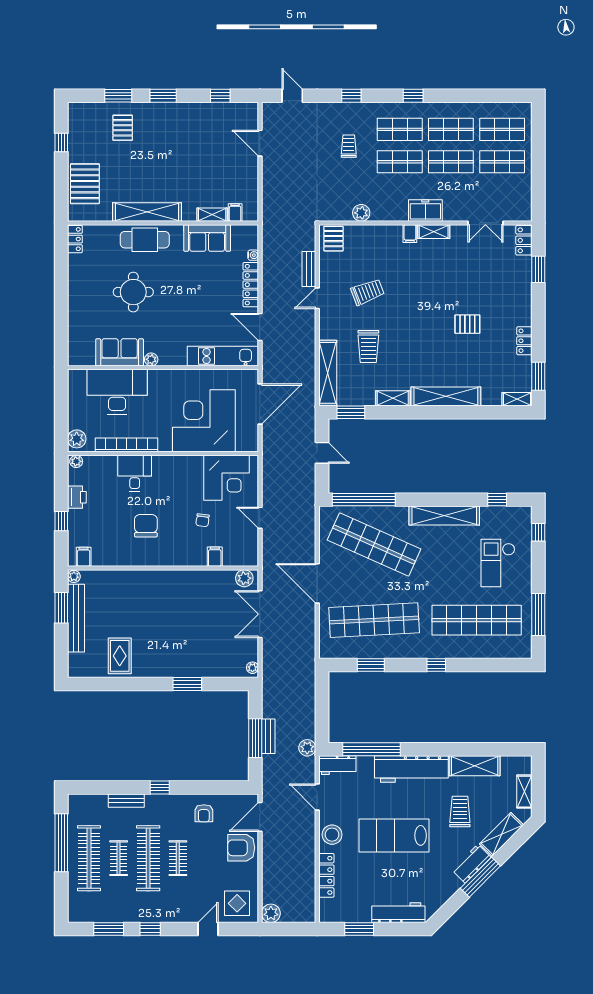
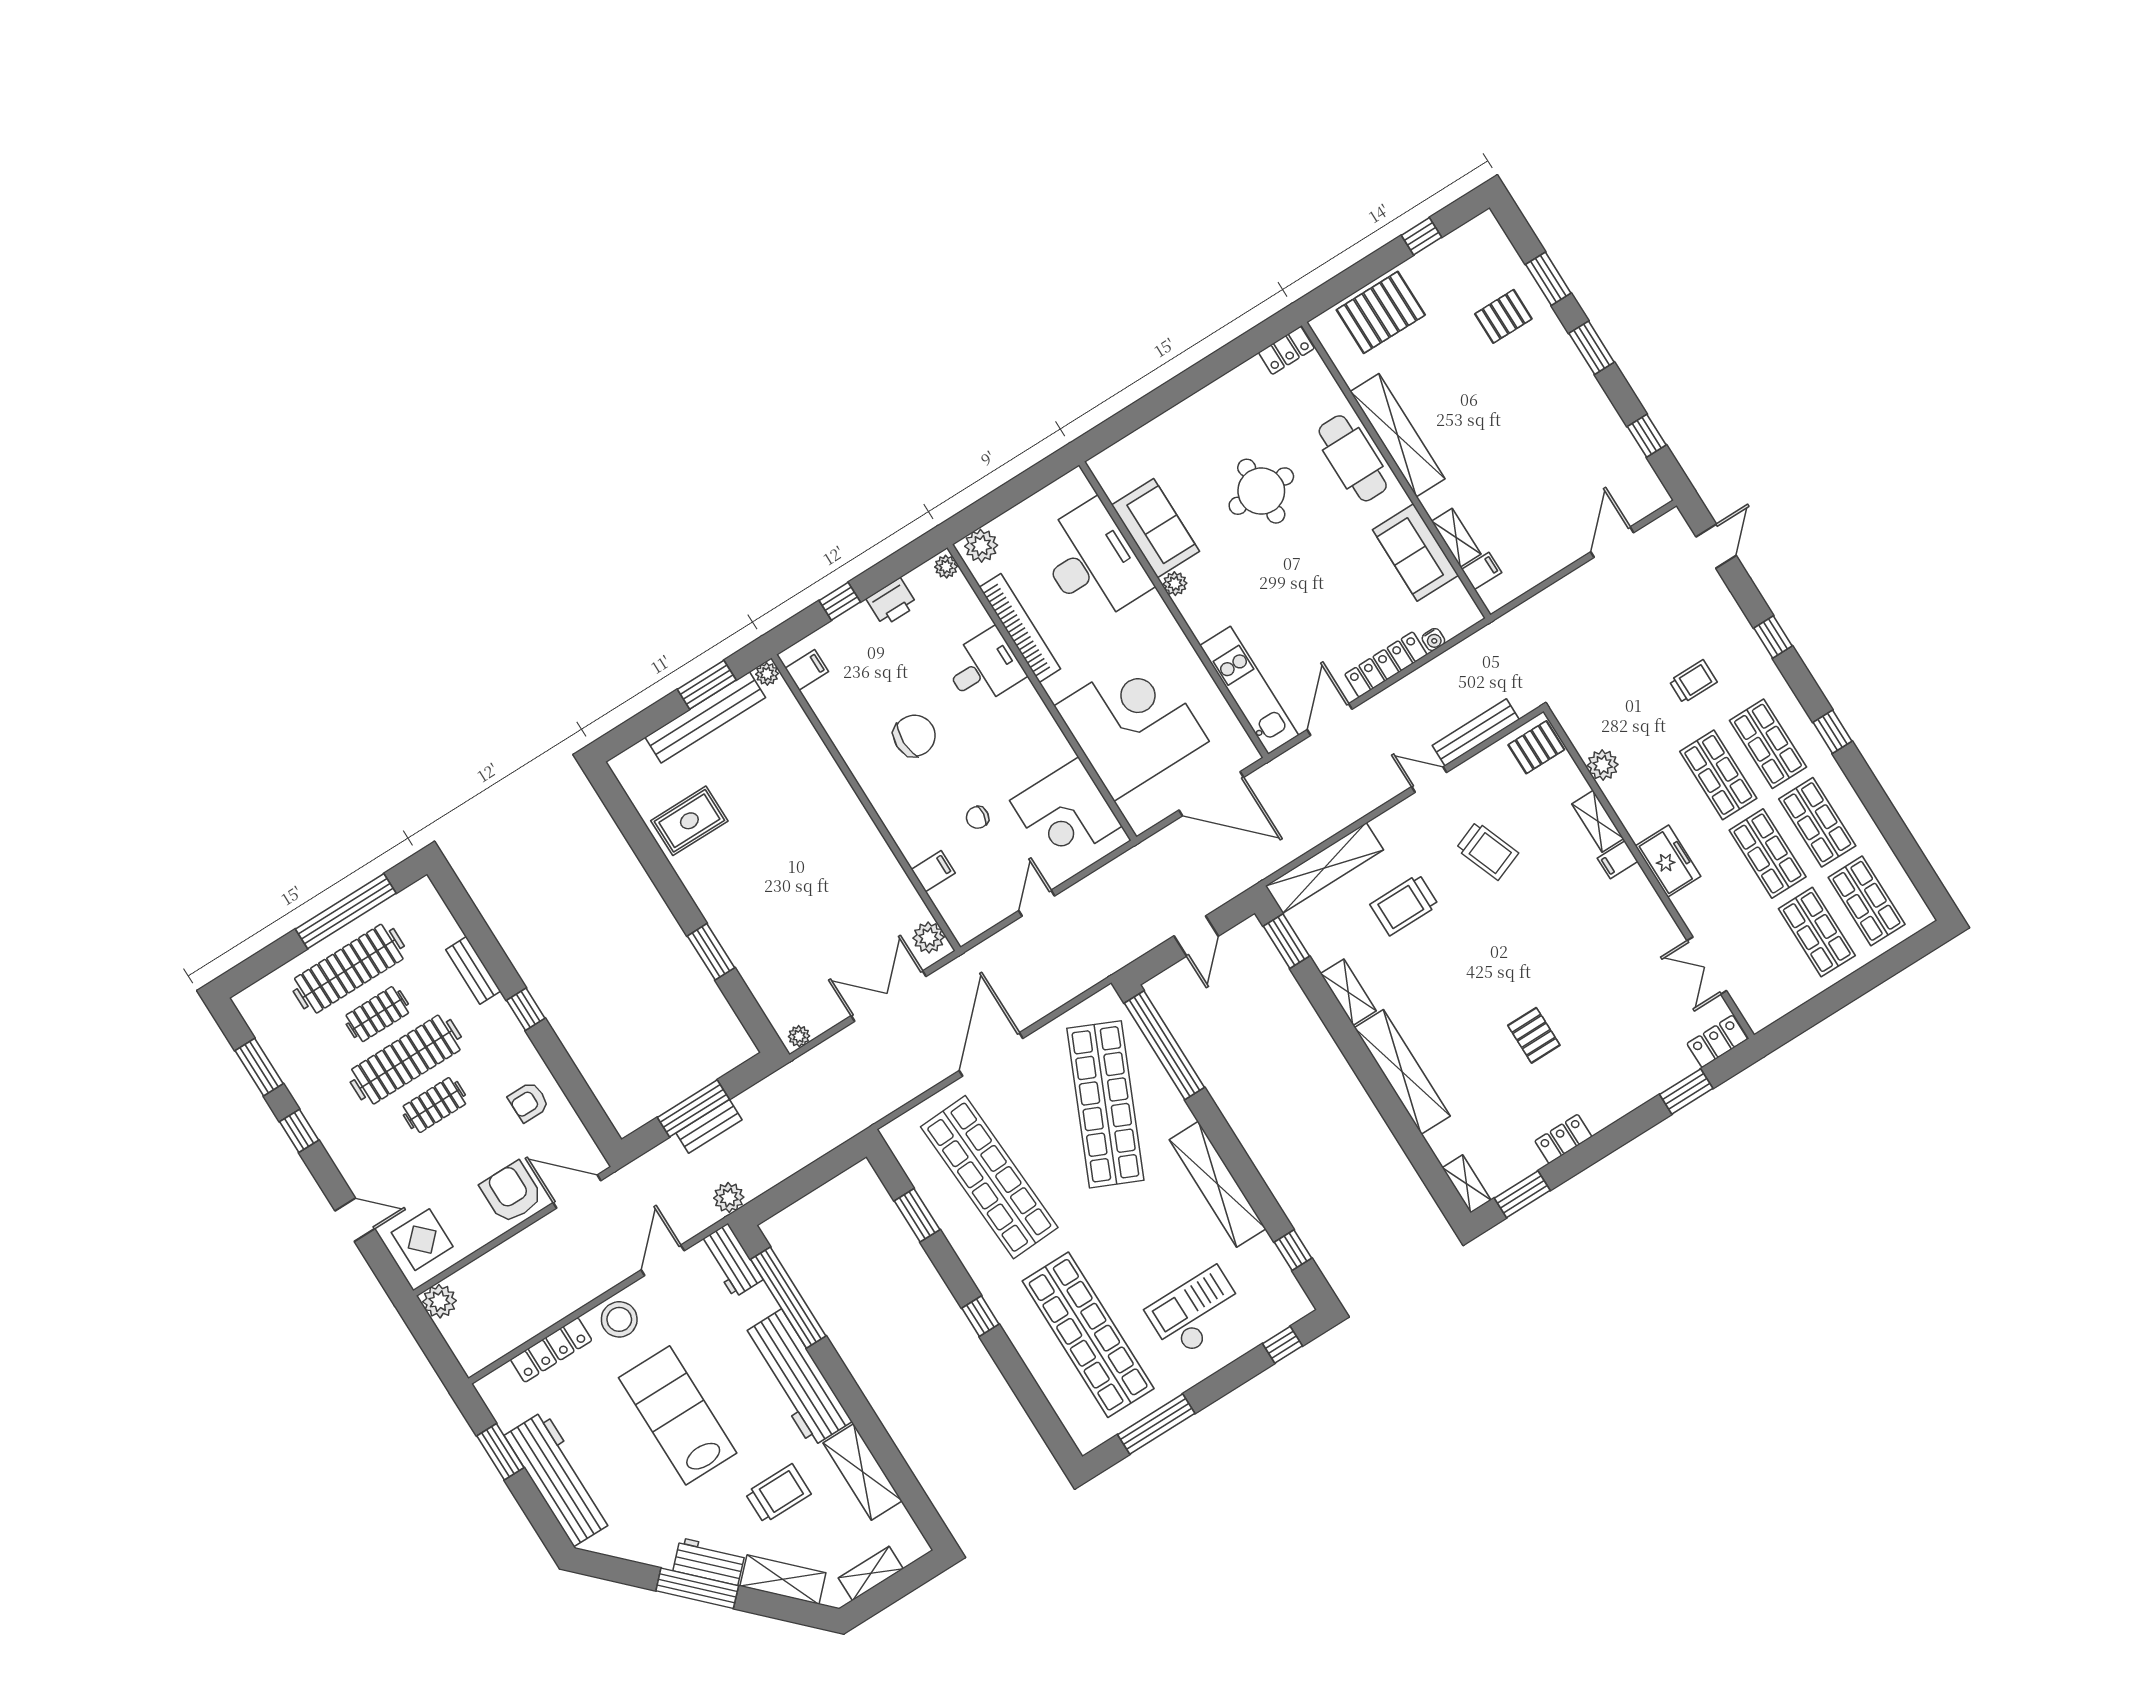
shelving: (434, 232) -> (1598, 821), moved
bench: (309, 269) -> (1476, 732), width x1.36
workbench: (398, 913) -> (559, 1478), width x1.36, depth x1.32

